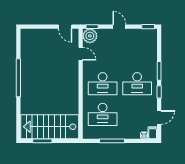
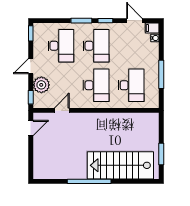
plant: (90, 36) -> (41, 85), moved
desk: (137, 53) -> (61, 46), added
stairs: (50, 127) -> (120, 165), moved, turned 90

